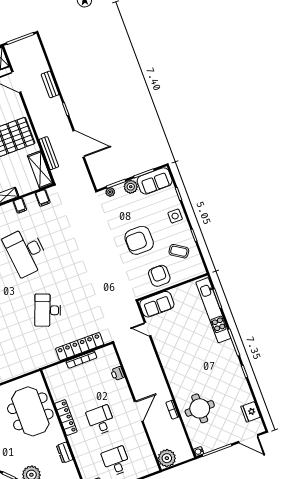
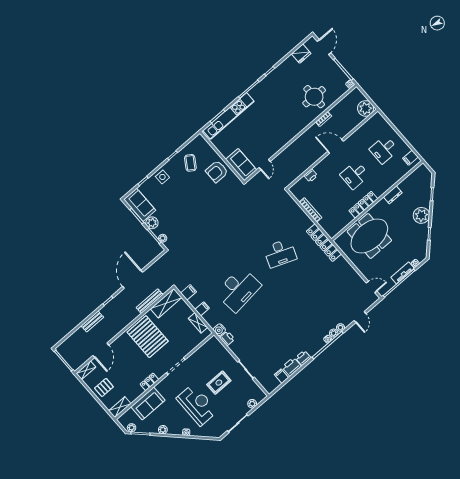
armchair: (139, 240) -> (194, 199), removed
locker: (80, 347) -> (324, 243), moved

